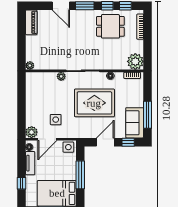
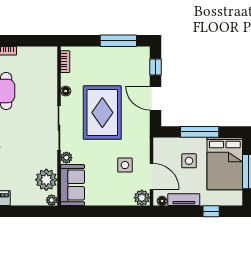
plant: (135, 61) -> (46, 180), moved
sofa: (135, 123) -> (73, 185), moved, turned -90
side table: (68, 147) -> (189, 161), moved

